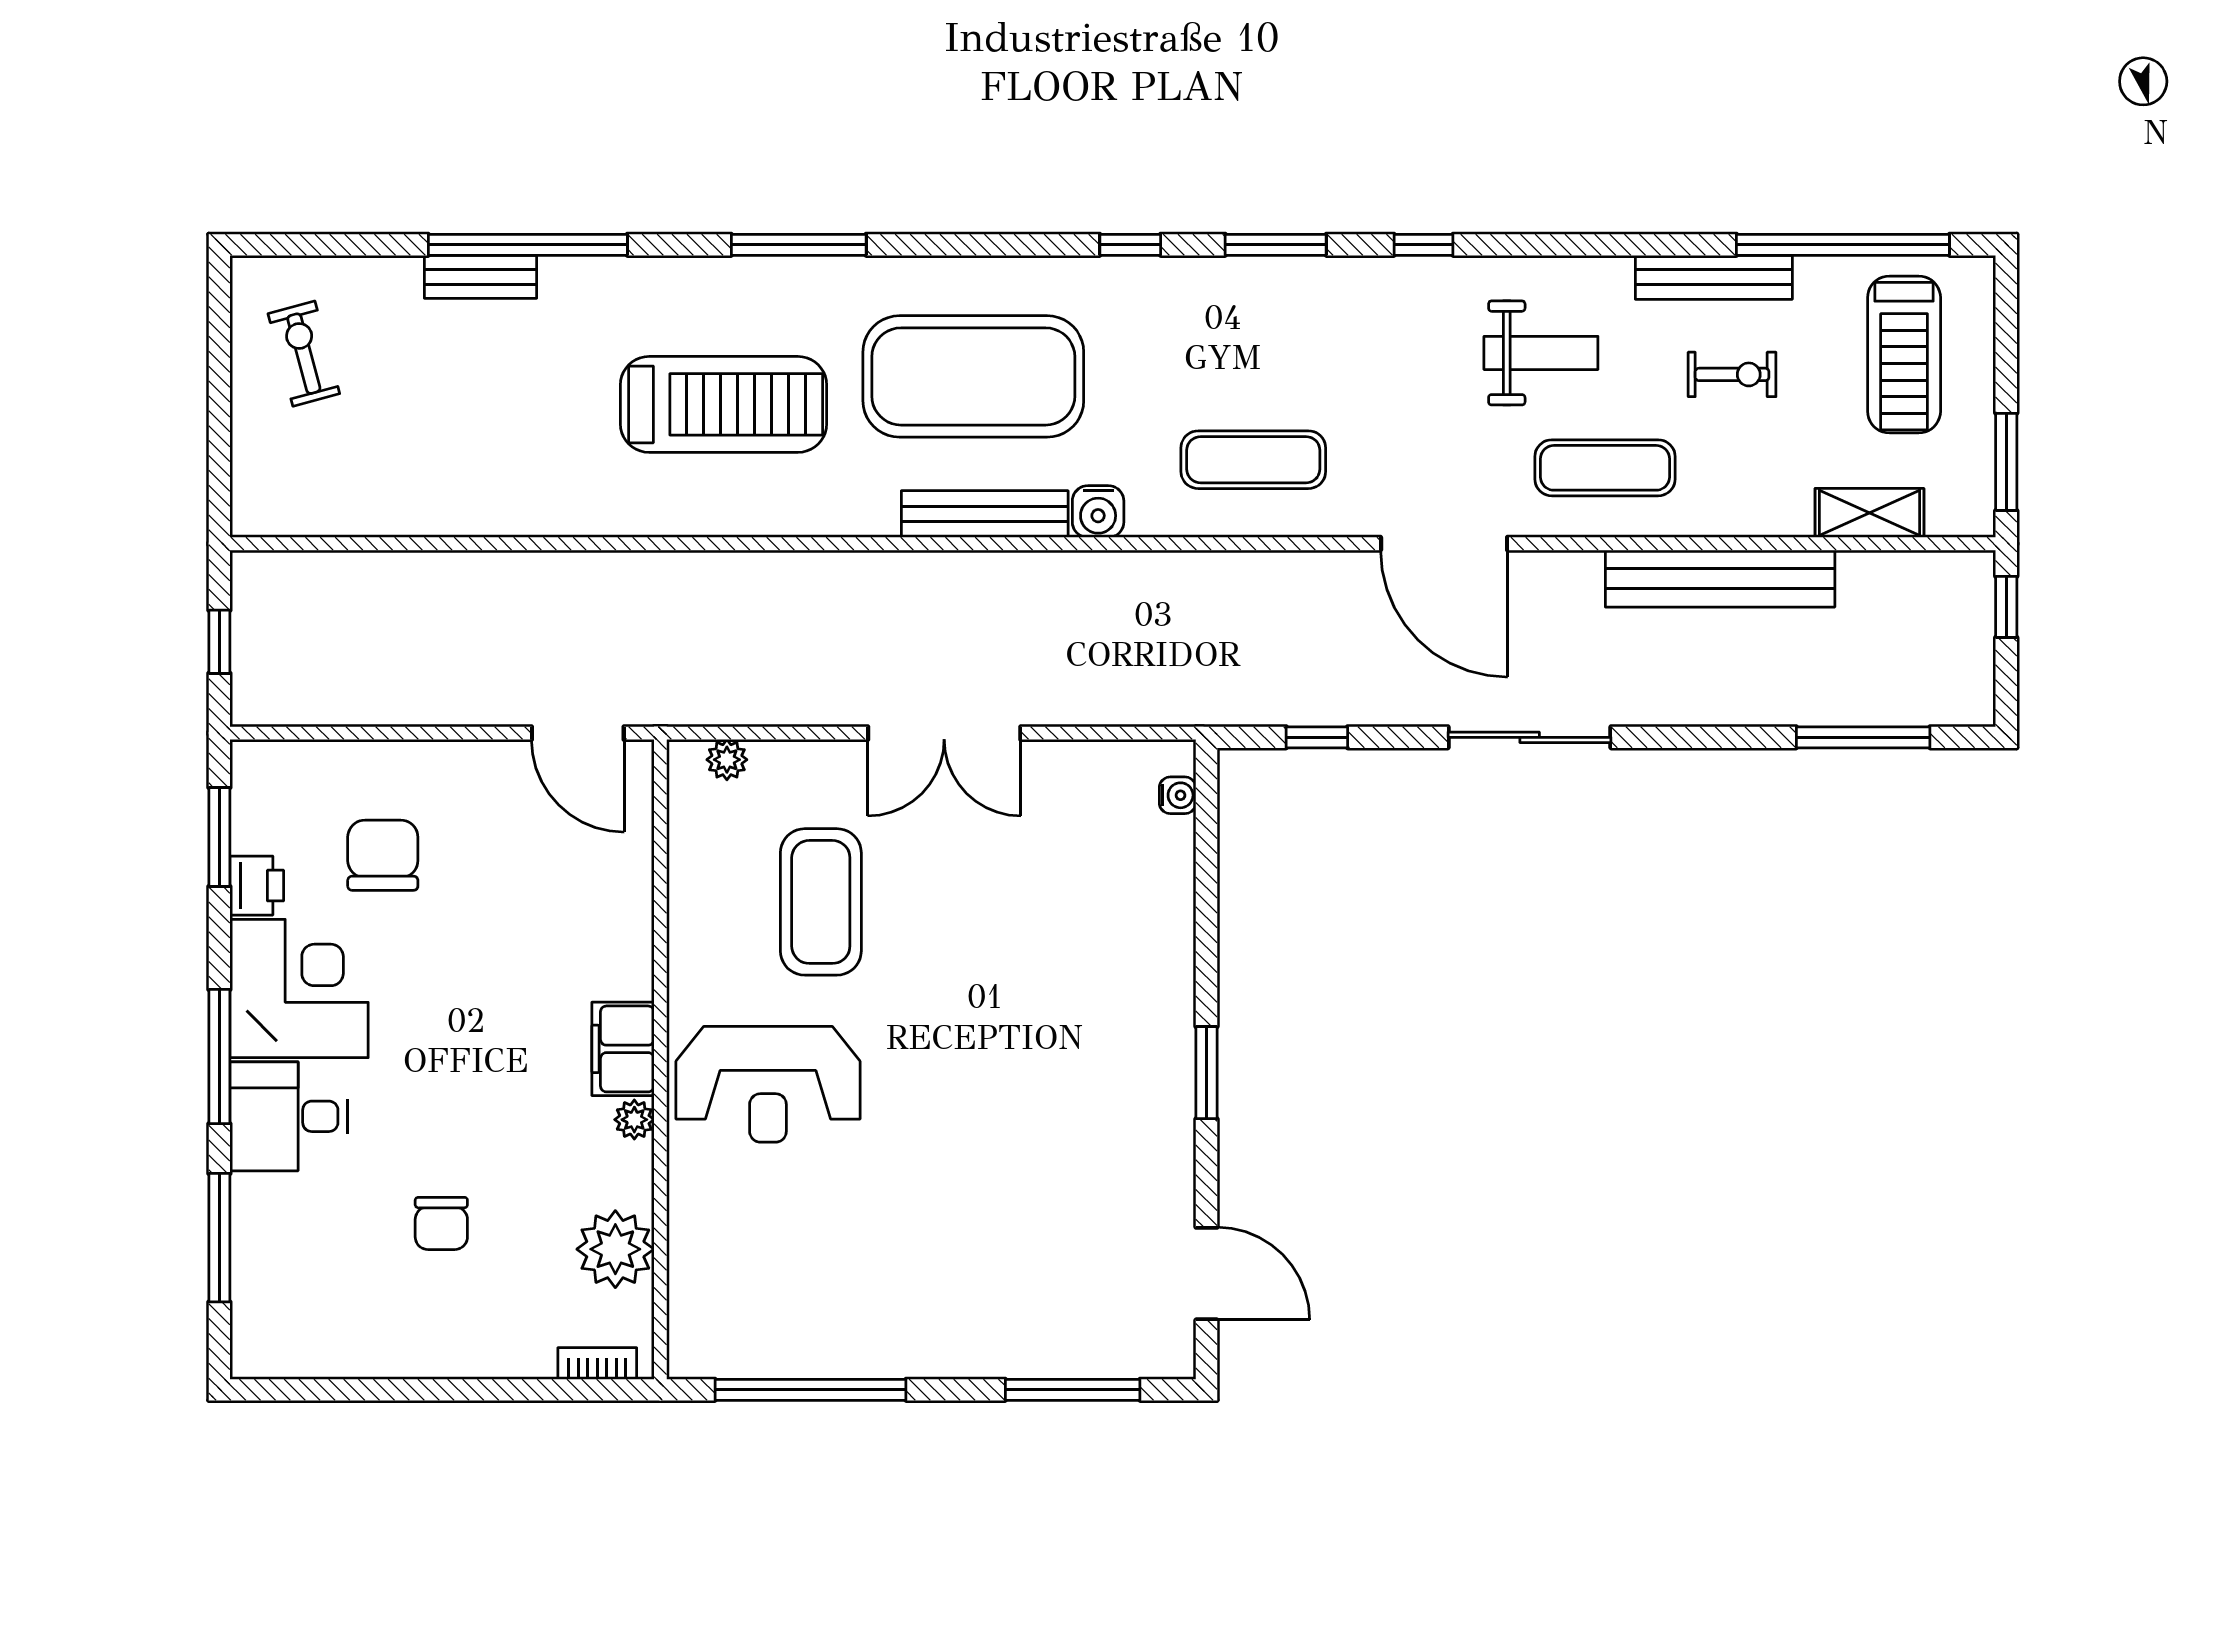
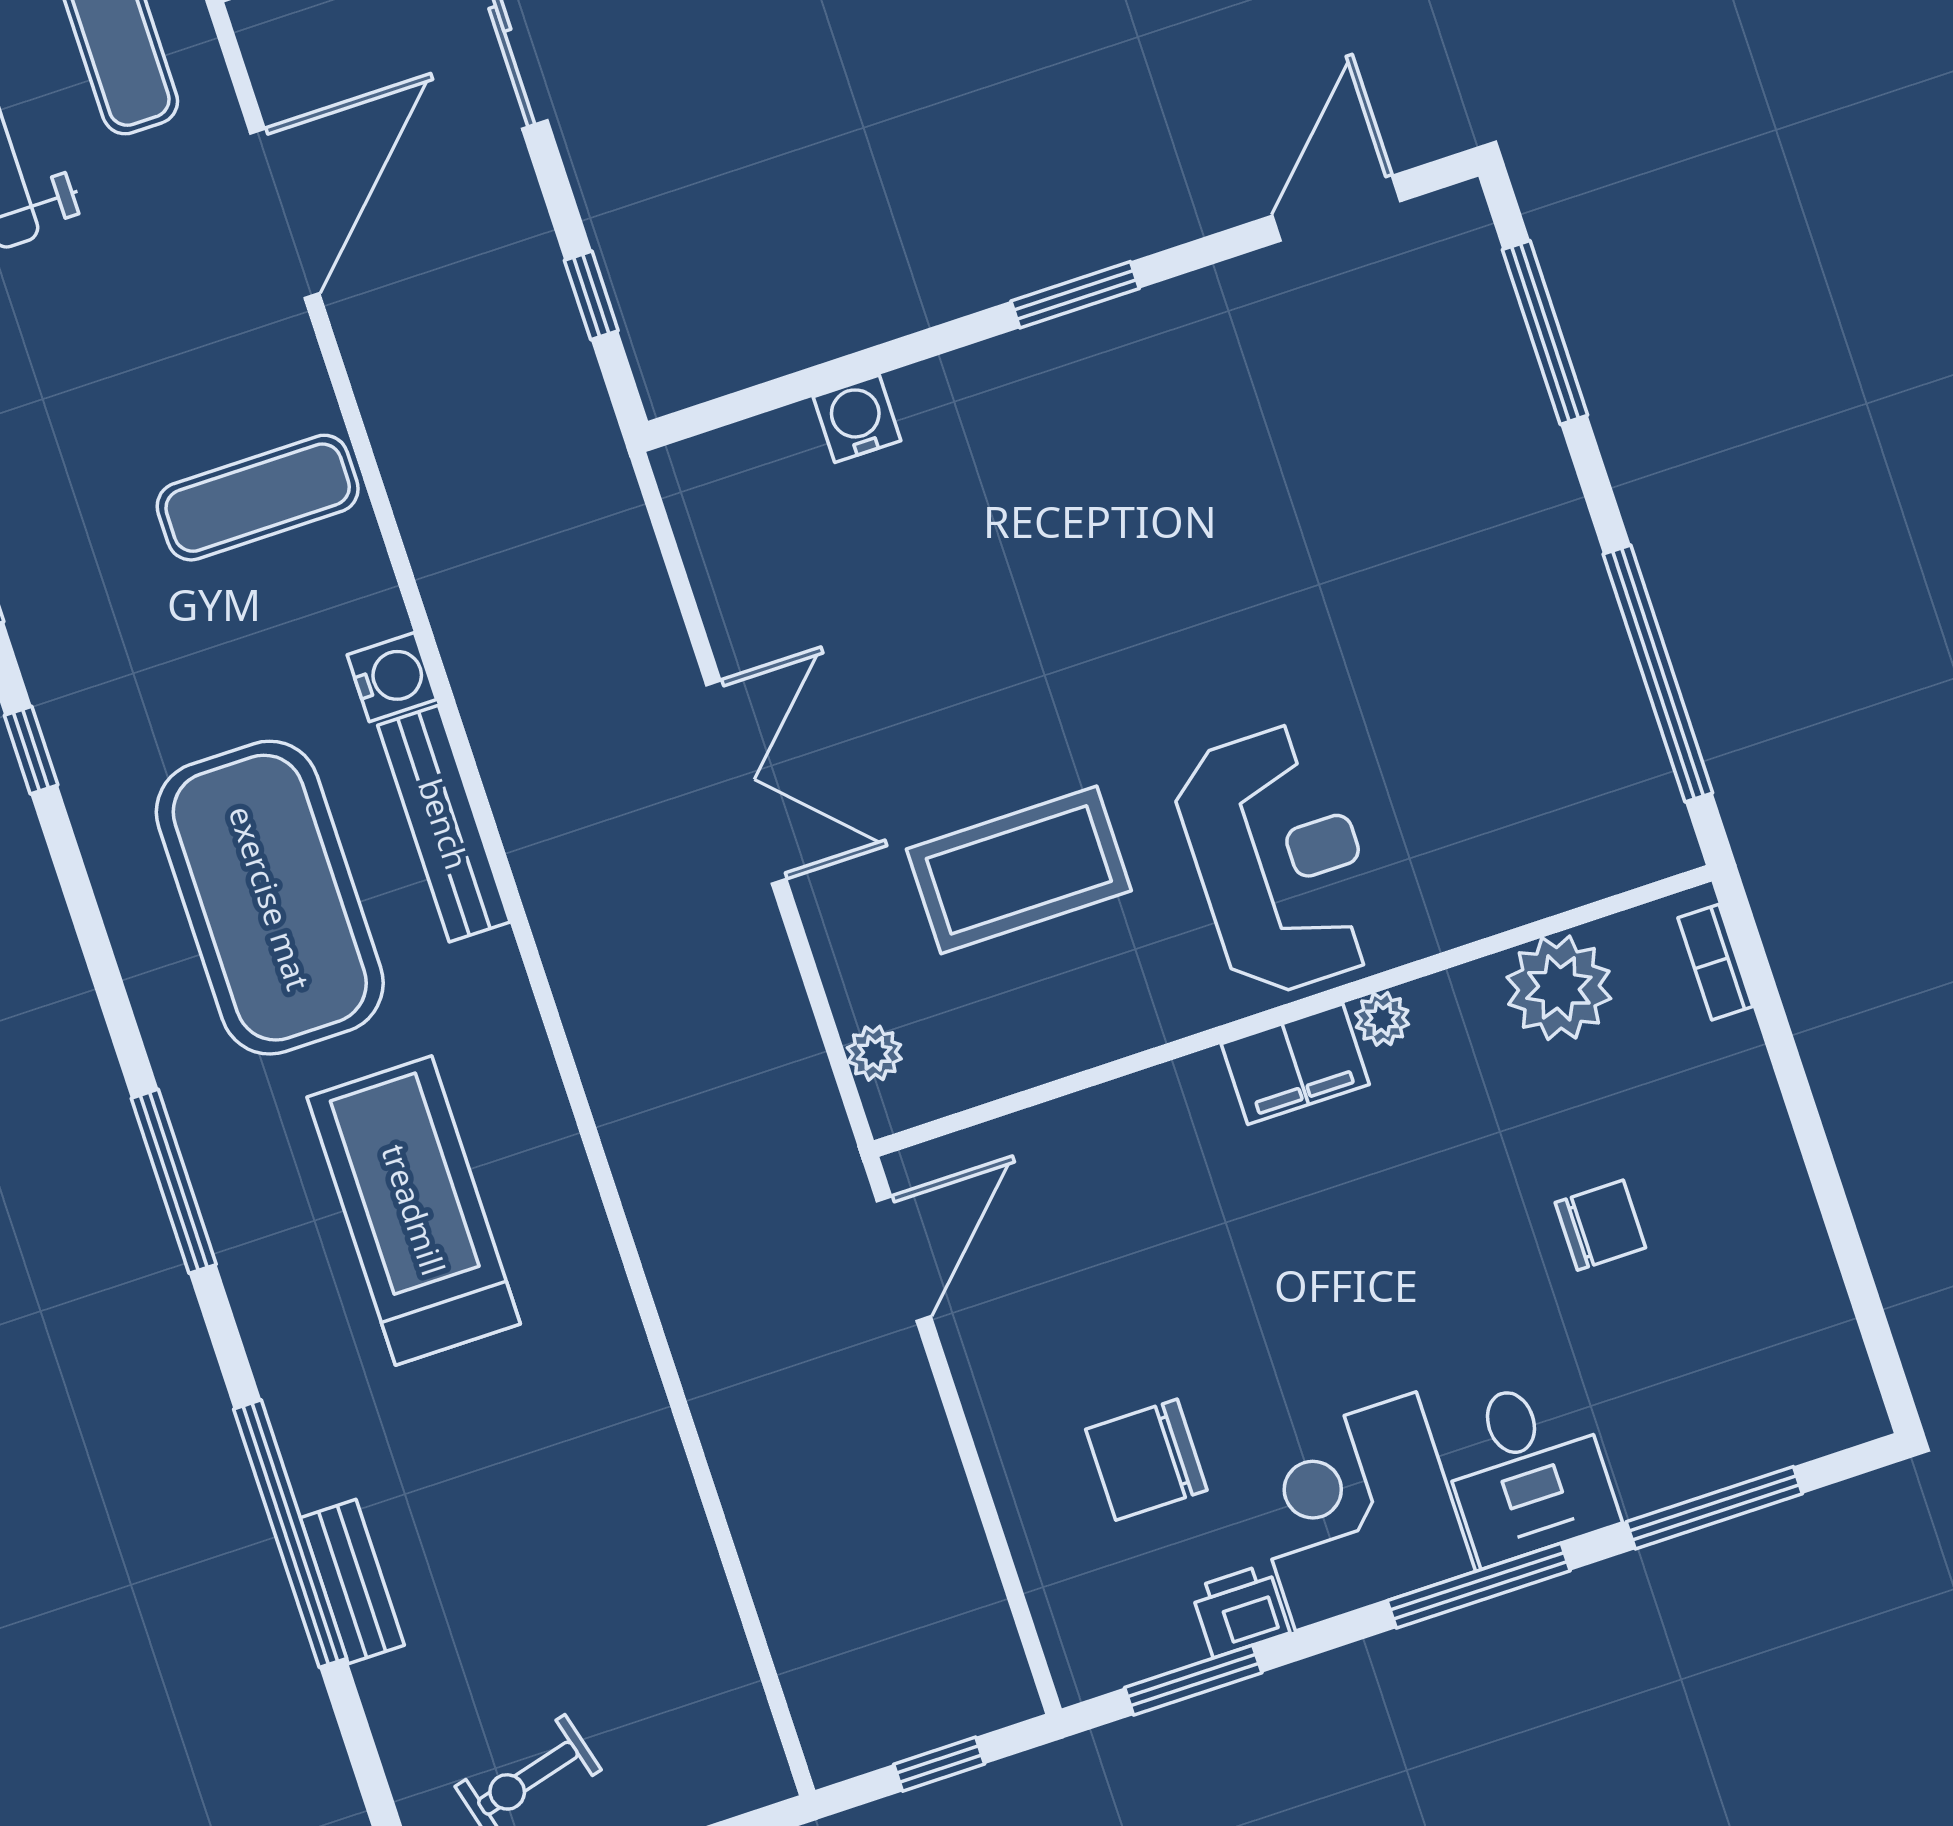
exercise mat: (1253, 460) -> (258, 498), turned 90
water cooler: (1178, 795) -> (857, 419), moved, width x1.38, depth x1.38

